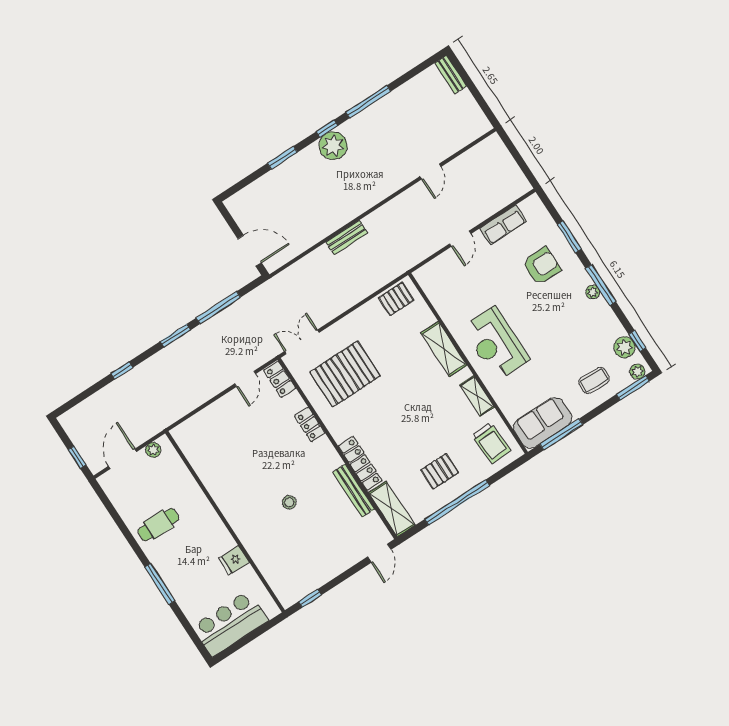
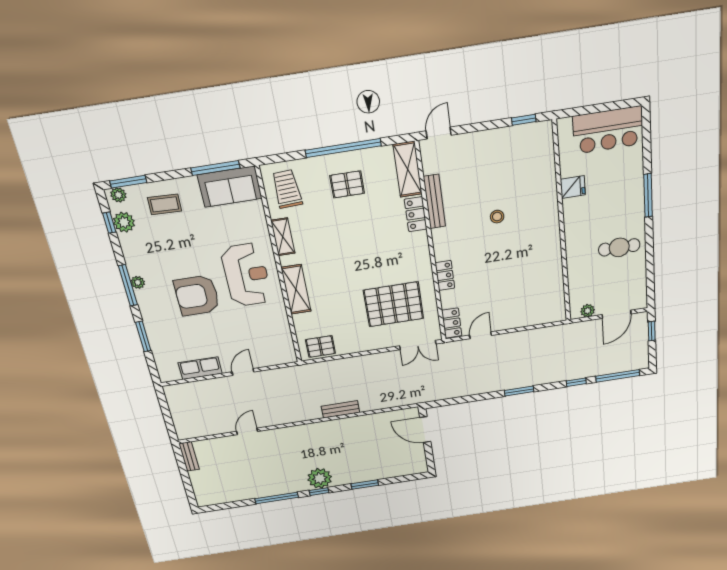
bench: (451, 74) -> (189, 456), moved
armchair: (542, 266) -> (197, 296), moved, width x1.36, depth x1.36
window: (218, 308) -> (618, 376), moved
locker: (360, 463) -> (416, 214), width x0.66

